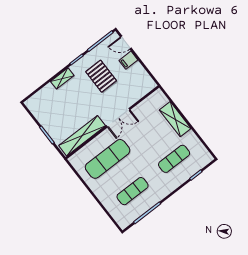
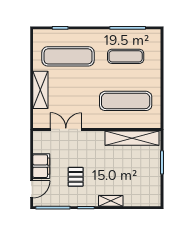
door: (126, 43) -> (32, 189), hinge flipped
filing cabinet: (128, 60) -> (41, 166), width x2.00
pallet: (101, 76) -> (76, 177), width x0.67, depth x0.71
double door: (118, 118) -> (66, 129), moved
exercise mat: (174, 159) -> (68, 56), width x1.36, depth x1.45

